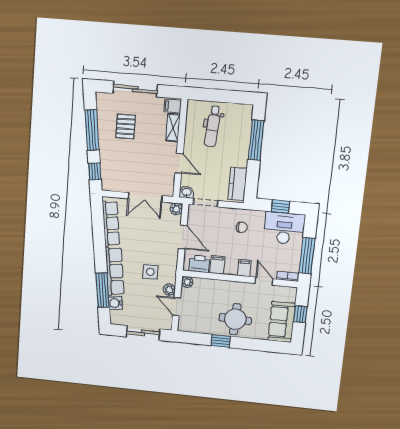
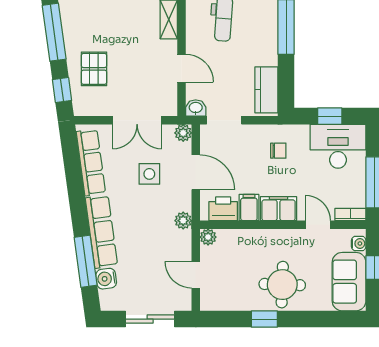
pallet: (126, 126) -> (94, 69), moved
filing cabinet: (244, 268) -> (279, 209), width x2.00
side table: (150, 272) -> (149, 174), moved
plant: (169, 290) -> (183, 221), moved
water cooler: (291, 297) -> (359, 244), added

